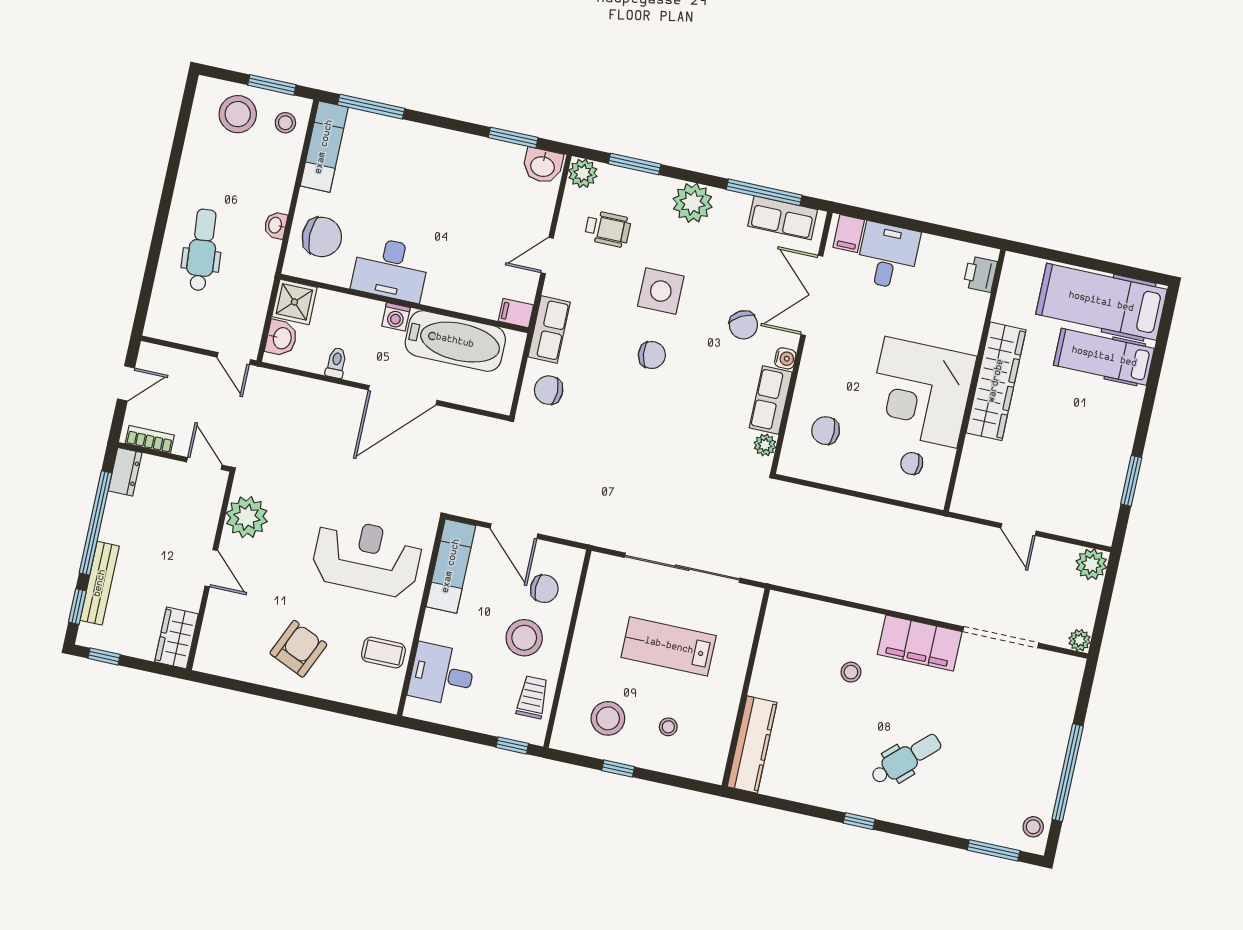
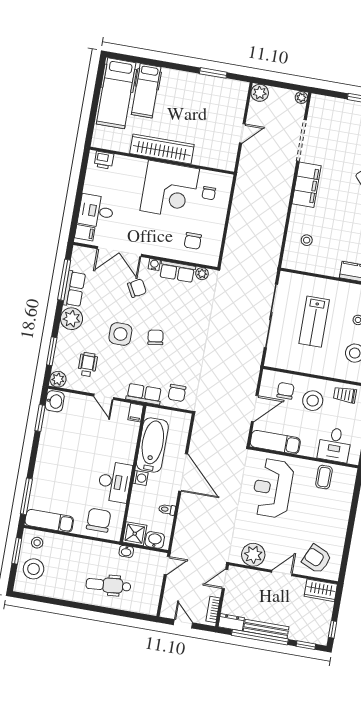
row of seats: (783, 218) -> (74, 289), moved
washbasin: (276, 225) -> (126, 551), moved
bench: (100, 583) -> (266, 629), moved
armchair: (298, 649) -> (317, 559), moved
stool: (851, 672) -> (307, 240), moved

